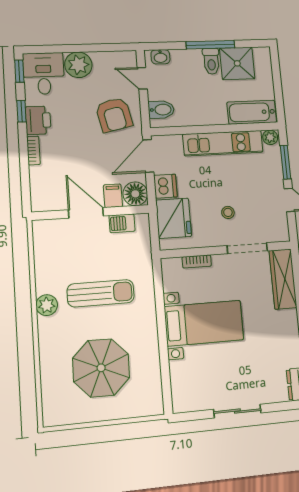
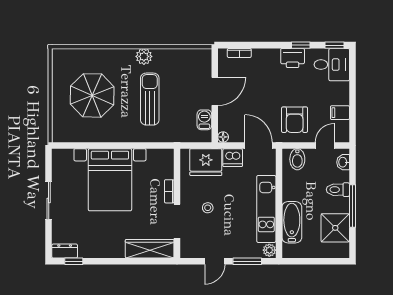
toilet: (211, 61) -> (338, 190), moved
plant: (78, 65) -> (338, 93), removed
bathtub: (252, 112) -> (292, 222), moved
armchair: (114, 115) -> (295, 120), turned -78
bookcase: (34, 151) -> (239, 53), moved
floor lamp: (135, 194) -> (223, 137), width x0.53, depth x0.53
filing cabinet: (113, 196) -> (340, 113), moved, turned 180
bookcase: (197, 261) -> (169, 191), moved
sun lounger: (101, 293) -> (150, 99), turned 180
bed with nightstands: (204, 323) -> (110, 180), width x1.36

